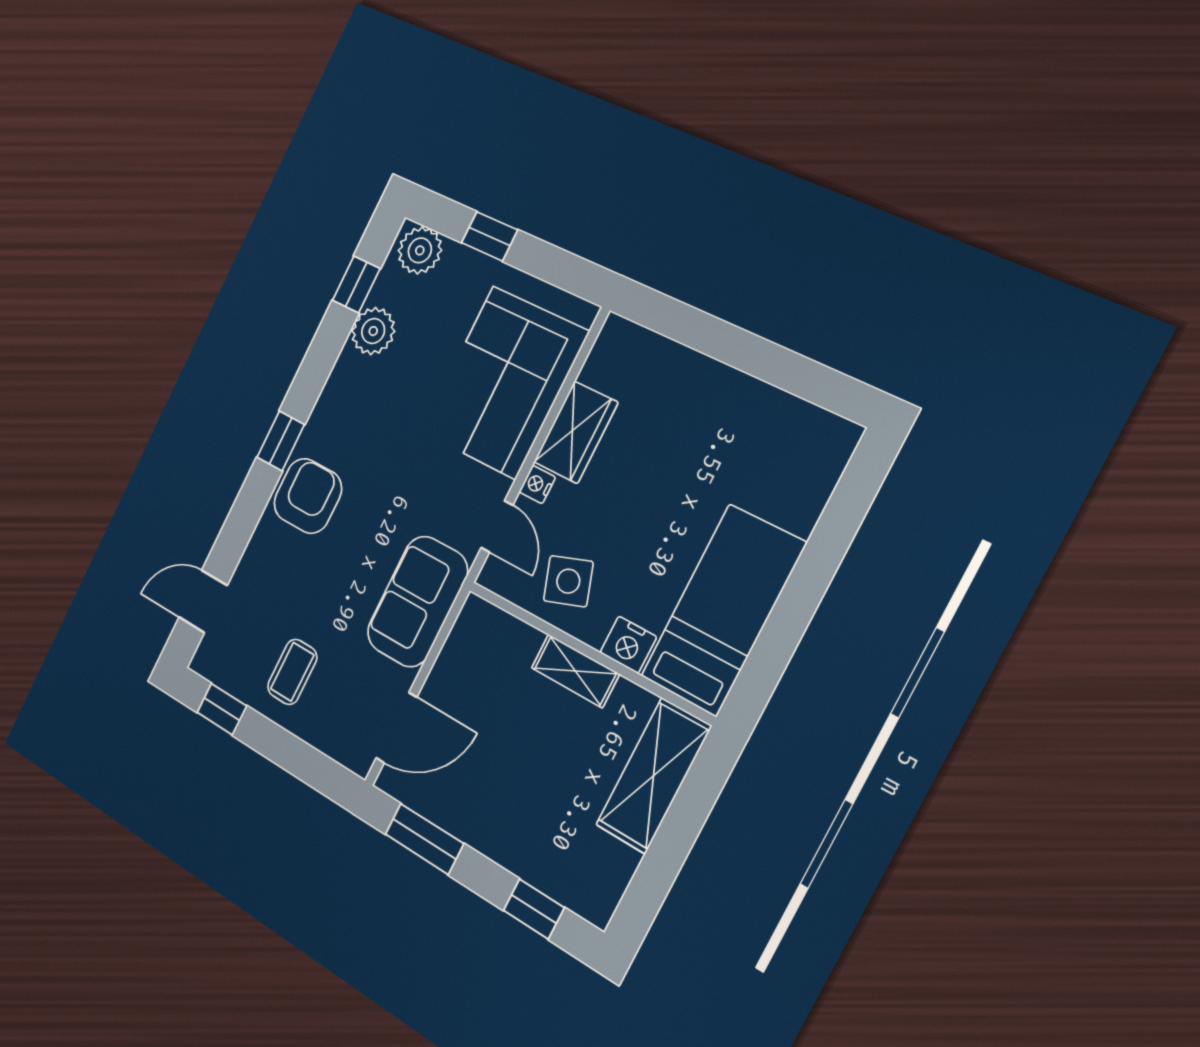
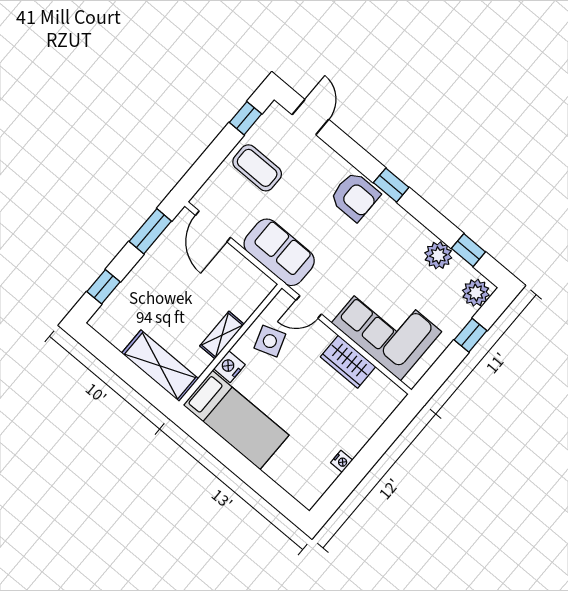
nightstand: (537, 484) -> (342, 461), moved, turned 90
coffee table: (292, 672) -> (257, 168), width x1.36, depth x1.30

